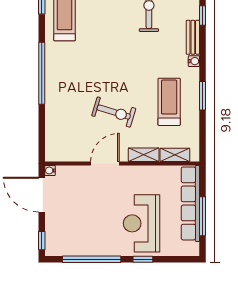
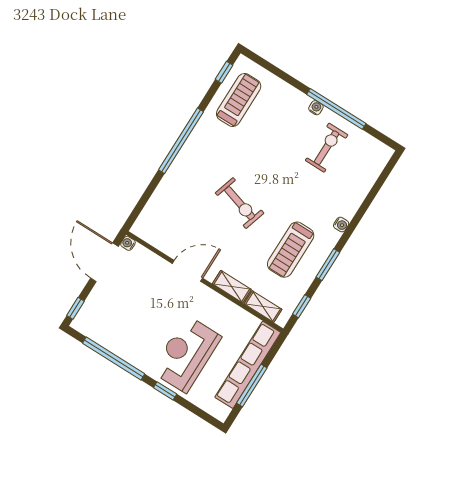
window: (202, 15) -> (302, 306), moved
bench: (193, 37) -> (355, 200), removed
treadmill: (169, 102) -> (291, 250), turned 180
exercise bike: (114, 112) -> (240, 203), moved

